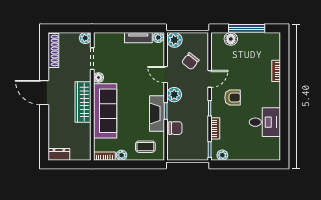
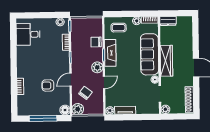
floor lamp: (231, 39) -> (65, 110), moved
plant: (174, 40) -> (78, 109), moved
door: (166, 75) -> (104, 82), hinge flipped
armchair: (233, 97) -> (48, 85), moved
desk: (265, 122) -> (28, 34), moved
dresser: (59, 154) -> (168, 21), moved

